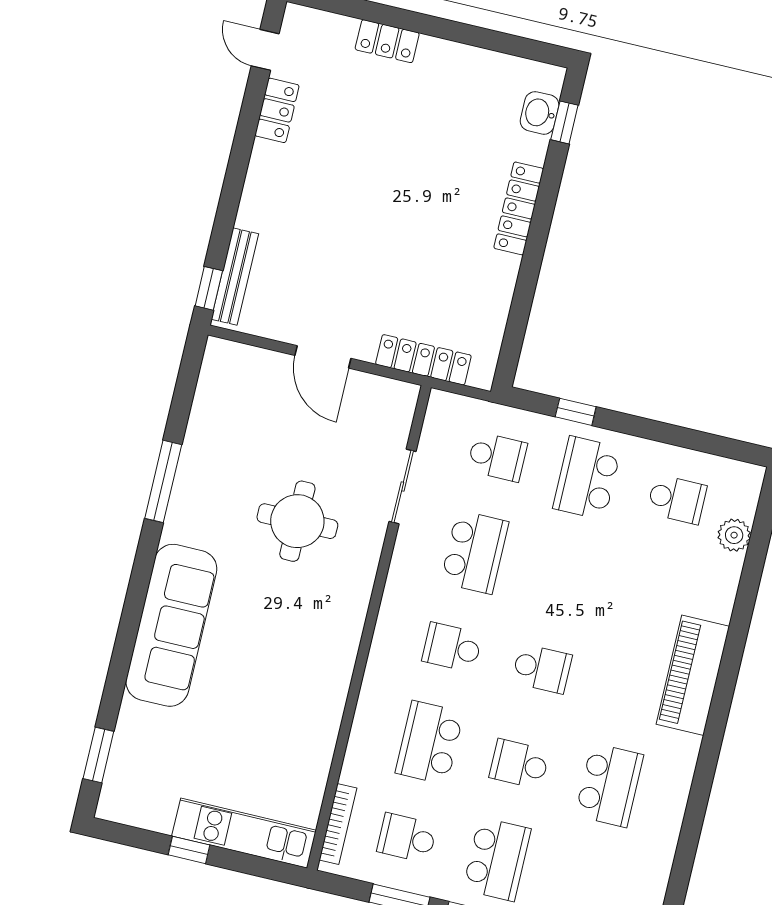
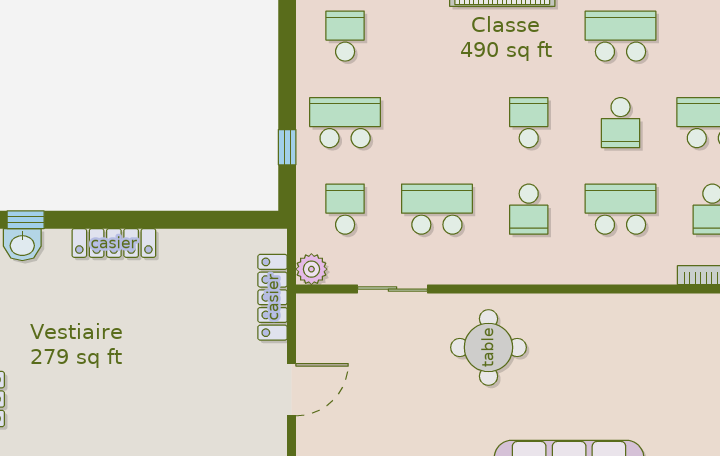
plant: (443, 407) -> (311, 269), added
school desk: (587, 478) -> (345, 123), turned 180
round table: (297, 521) -> (488, 347), moved
school desk: (430, 743) -> (621, 209), turned 180

